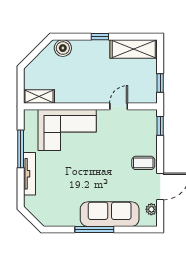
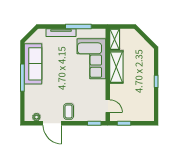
boiler: (63, 48) -> (148, 56), removed
shelving: (134, 49) -> (116, 67), moved
door: (119, 106) -> (108, 106), moved
sofa: (110, 214) -> (33, 64), moved

